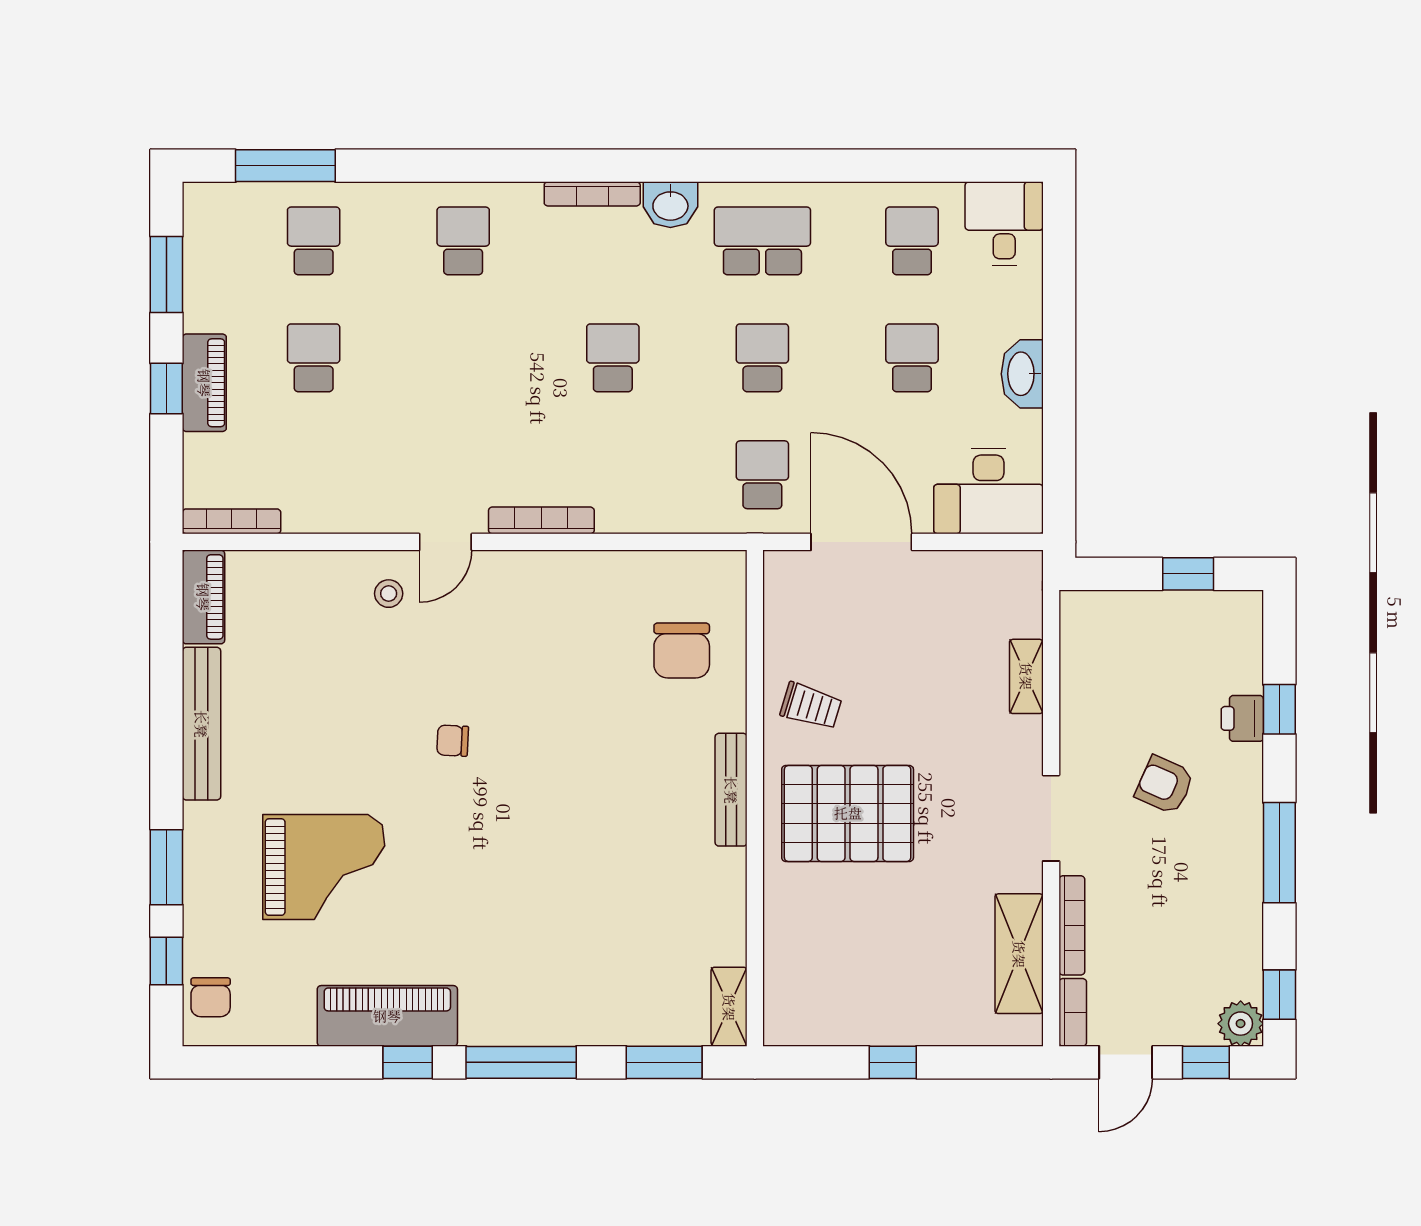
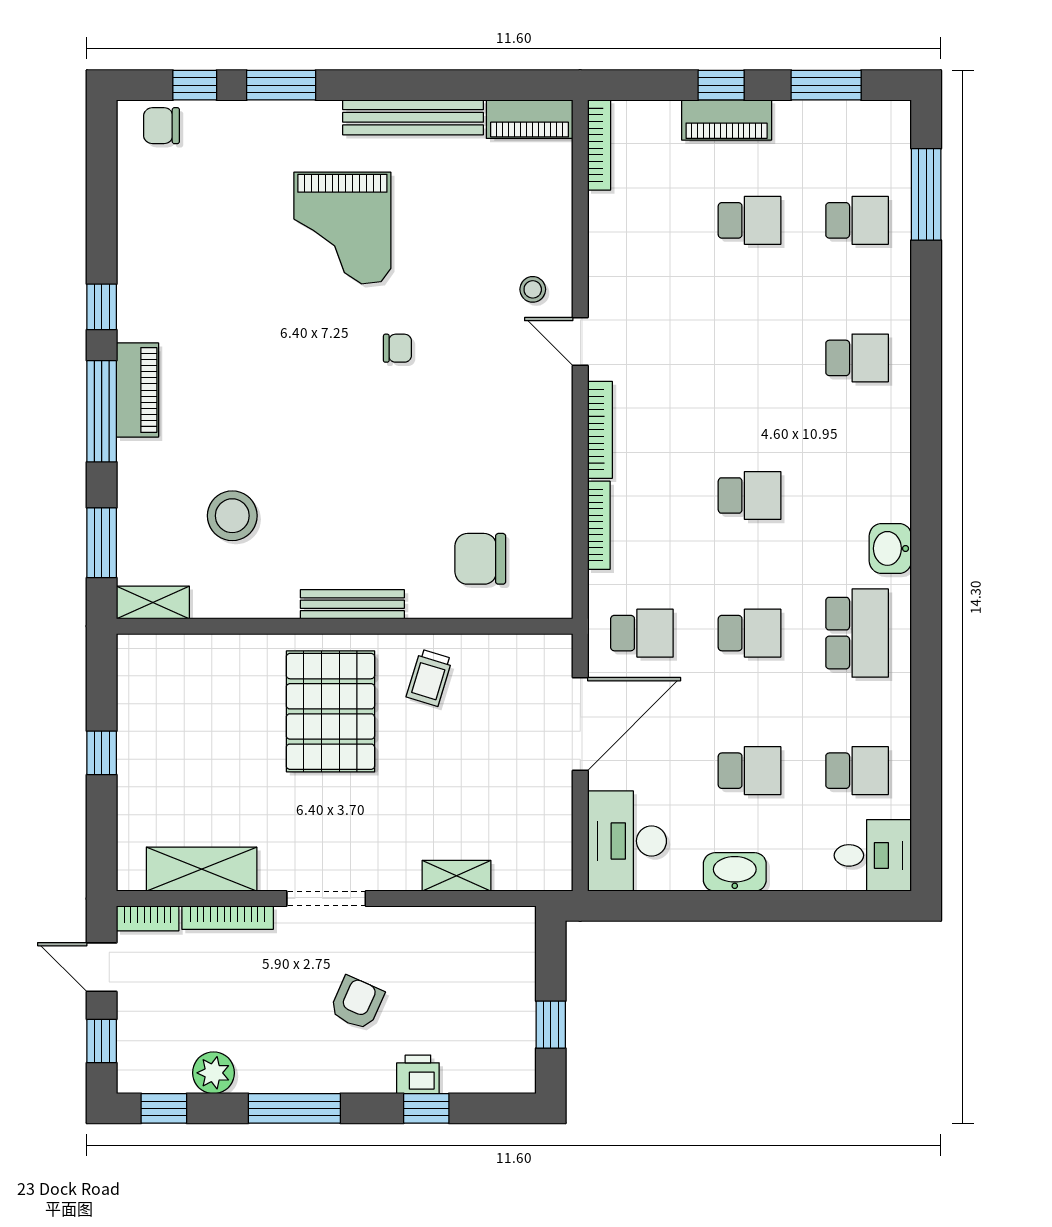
bookcase: (592, 194) -> (599, 525), moved, turned 180
chair: (453, 741) -> (397, 348), turned 87
grand piano: (324, 867) -> (342, 228), moved
stool: (635, 920) -> (232, 516), added
piano: (387, 1016) -> (137, 390), moved, width x0.73, depth x0.75
plant: (1241, 1024) -> (214, 1073), moved

